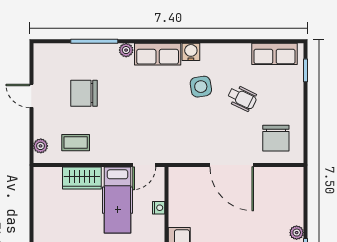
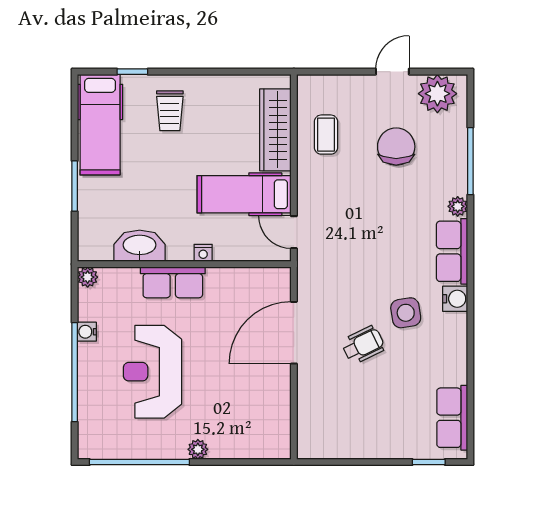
wheelchair: (242, 98) -> (363, 345), moved, turned -142
chair: (276, 138) -> (332, 420), removed
plant: (41, 146) -> (437, 94), moved, width x1.88, depth x1.88
door: (232, 165) -> (294, 333), moved
wardrobe: (82, 178) -> (275, 130), width x1.50
nightstand: (159, 208) -> (203, 253), moved

